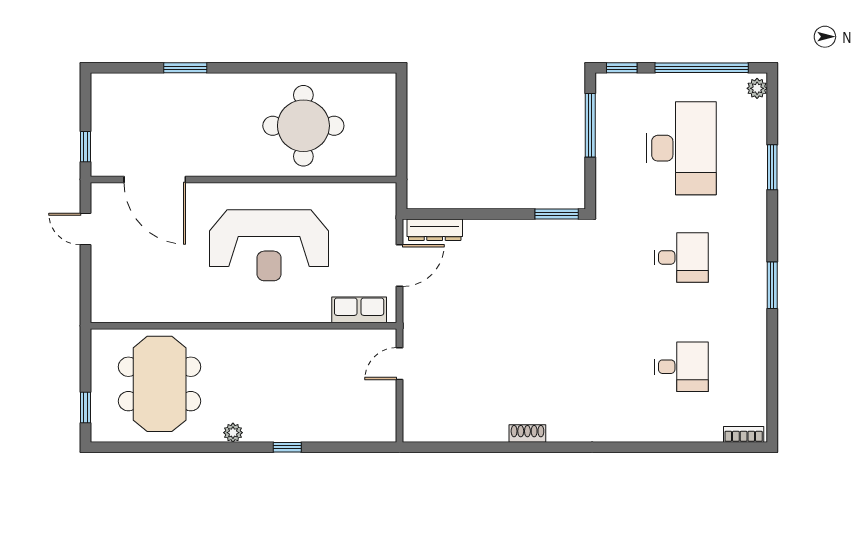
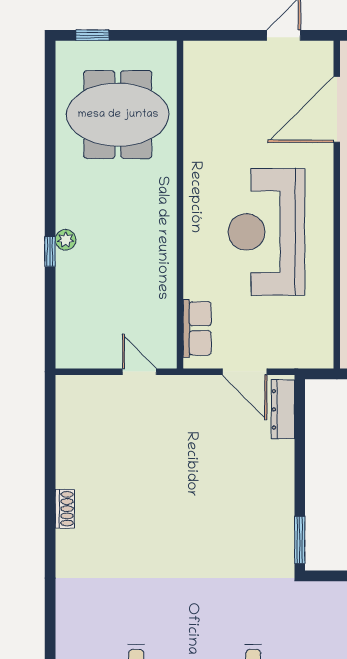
plant: (233, 433) -> (66, 240), moved

